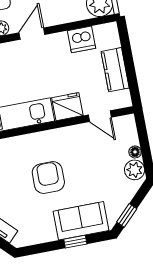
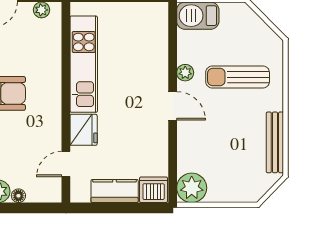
dishwasher: (82, 39) -> (154, 190), moved, turned 90

